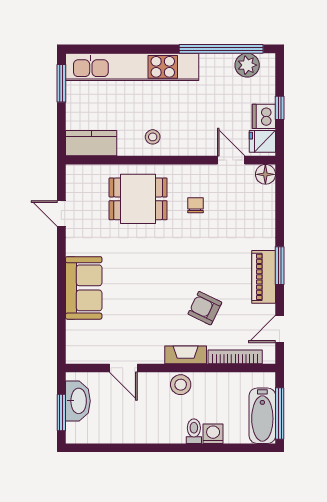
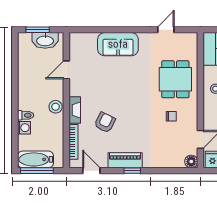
window: (280, 266) -> (132, 171), width x0.67

